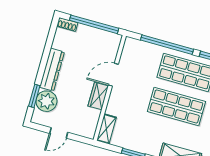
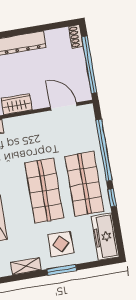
door: (113, 75) -> (64, 106), moved

